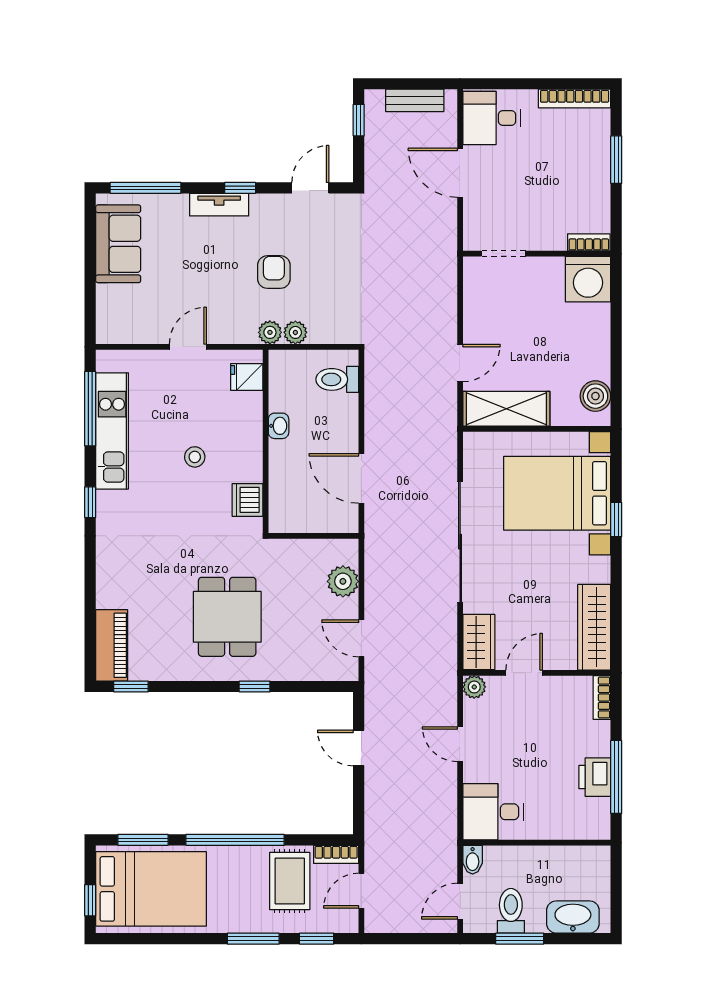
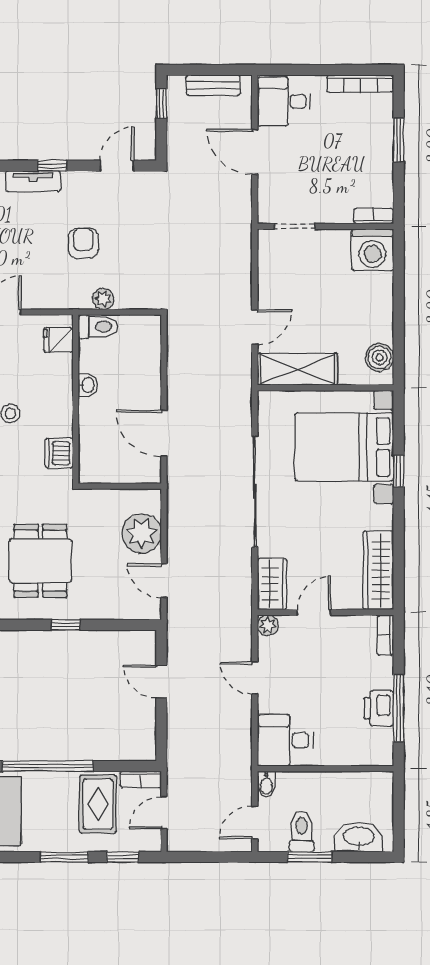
plant: (270, 332) -> (80, 299), removed
toilet: (337, 379) -> (98, 327), moved, turned 180
plant: (343, 581) -> (142, 533), width x1.36, depth x1.36

